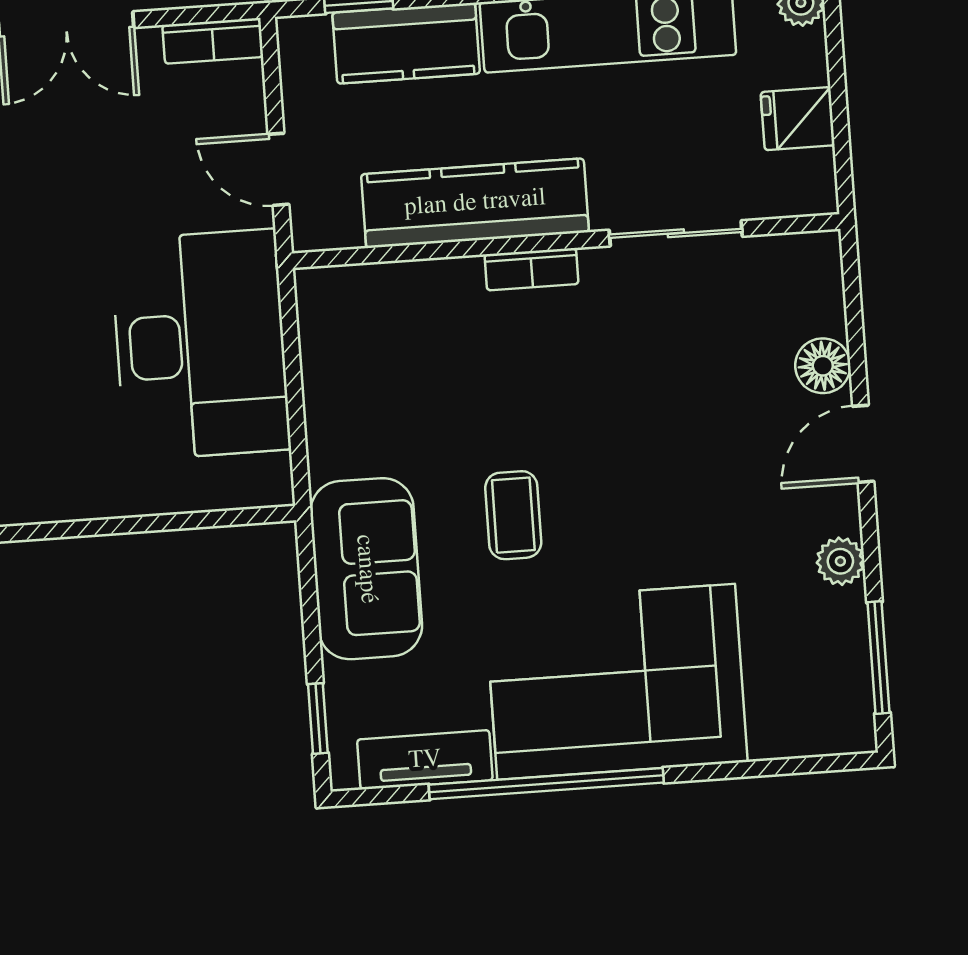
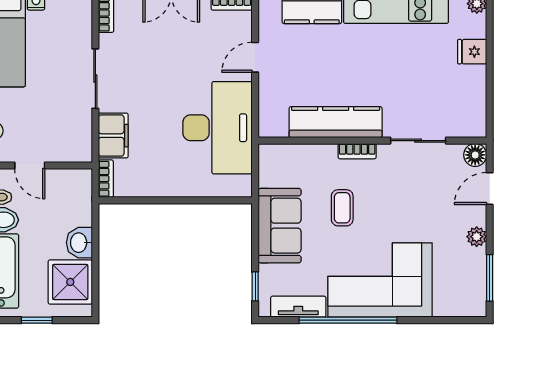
door: (278, 169) -> (255, 57), hinge flipped
kitchen counter: (475, 203) -> (336, 122), moved
sliding door: (676, 233) -> (418, 141), moved
wall: (566, 241) -> (372, 141), moved
bookcase: (531, 269) -> (357, 151), moved

